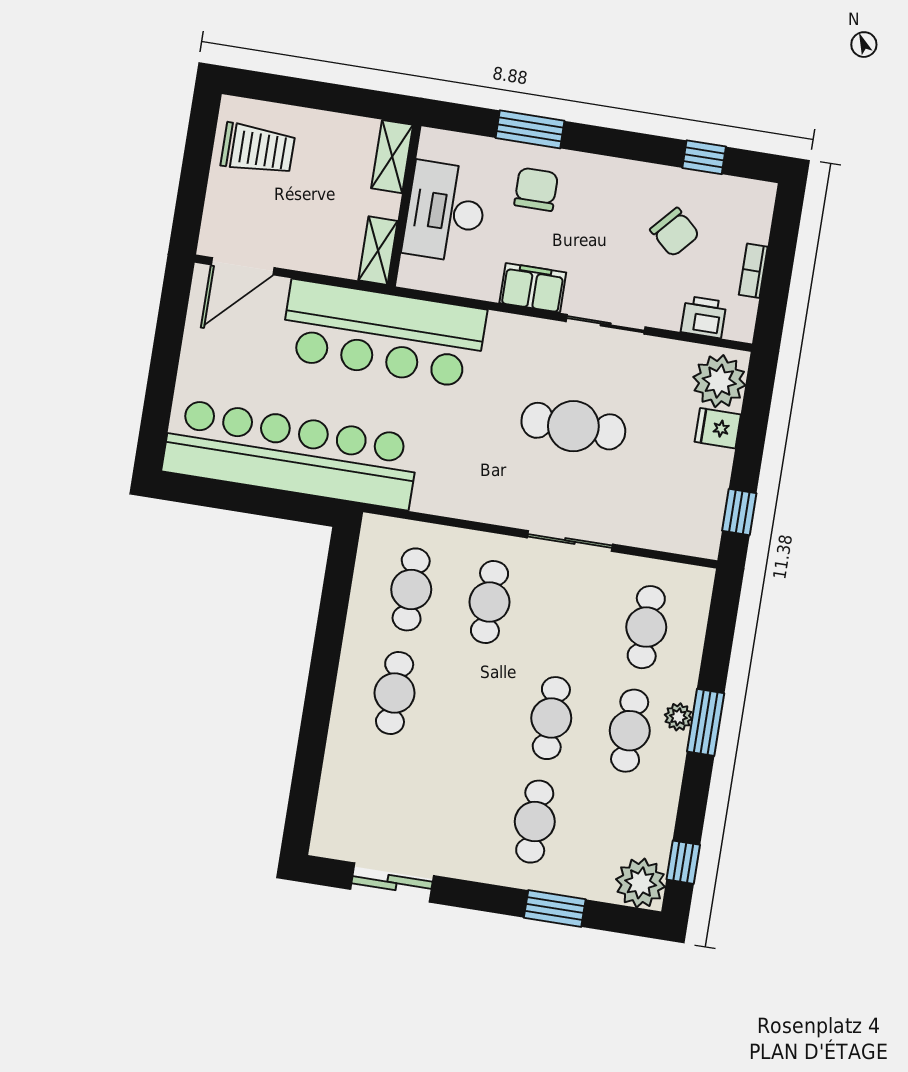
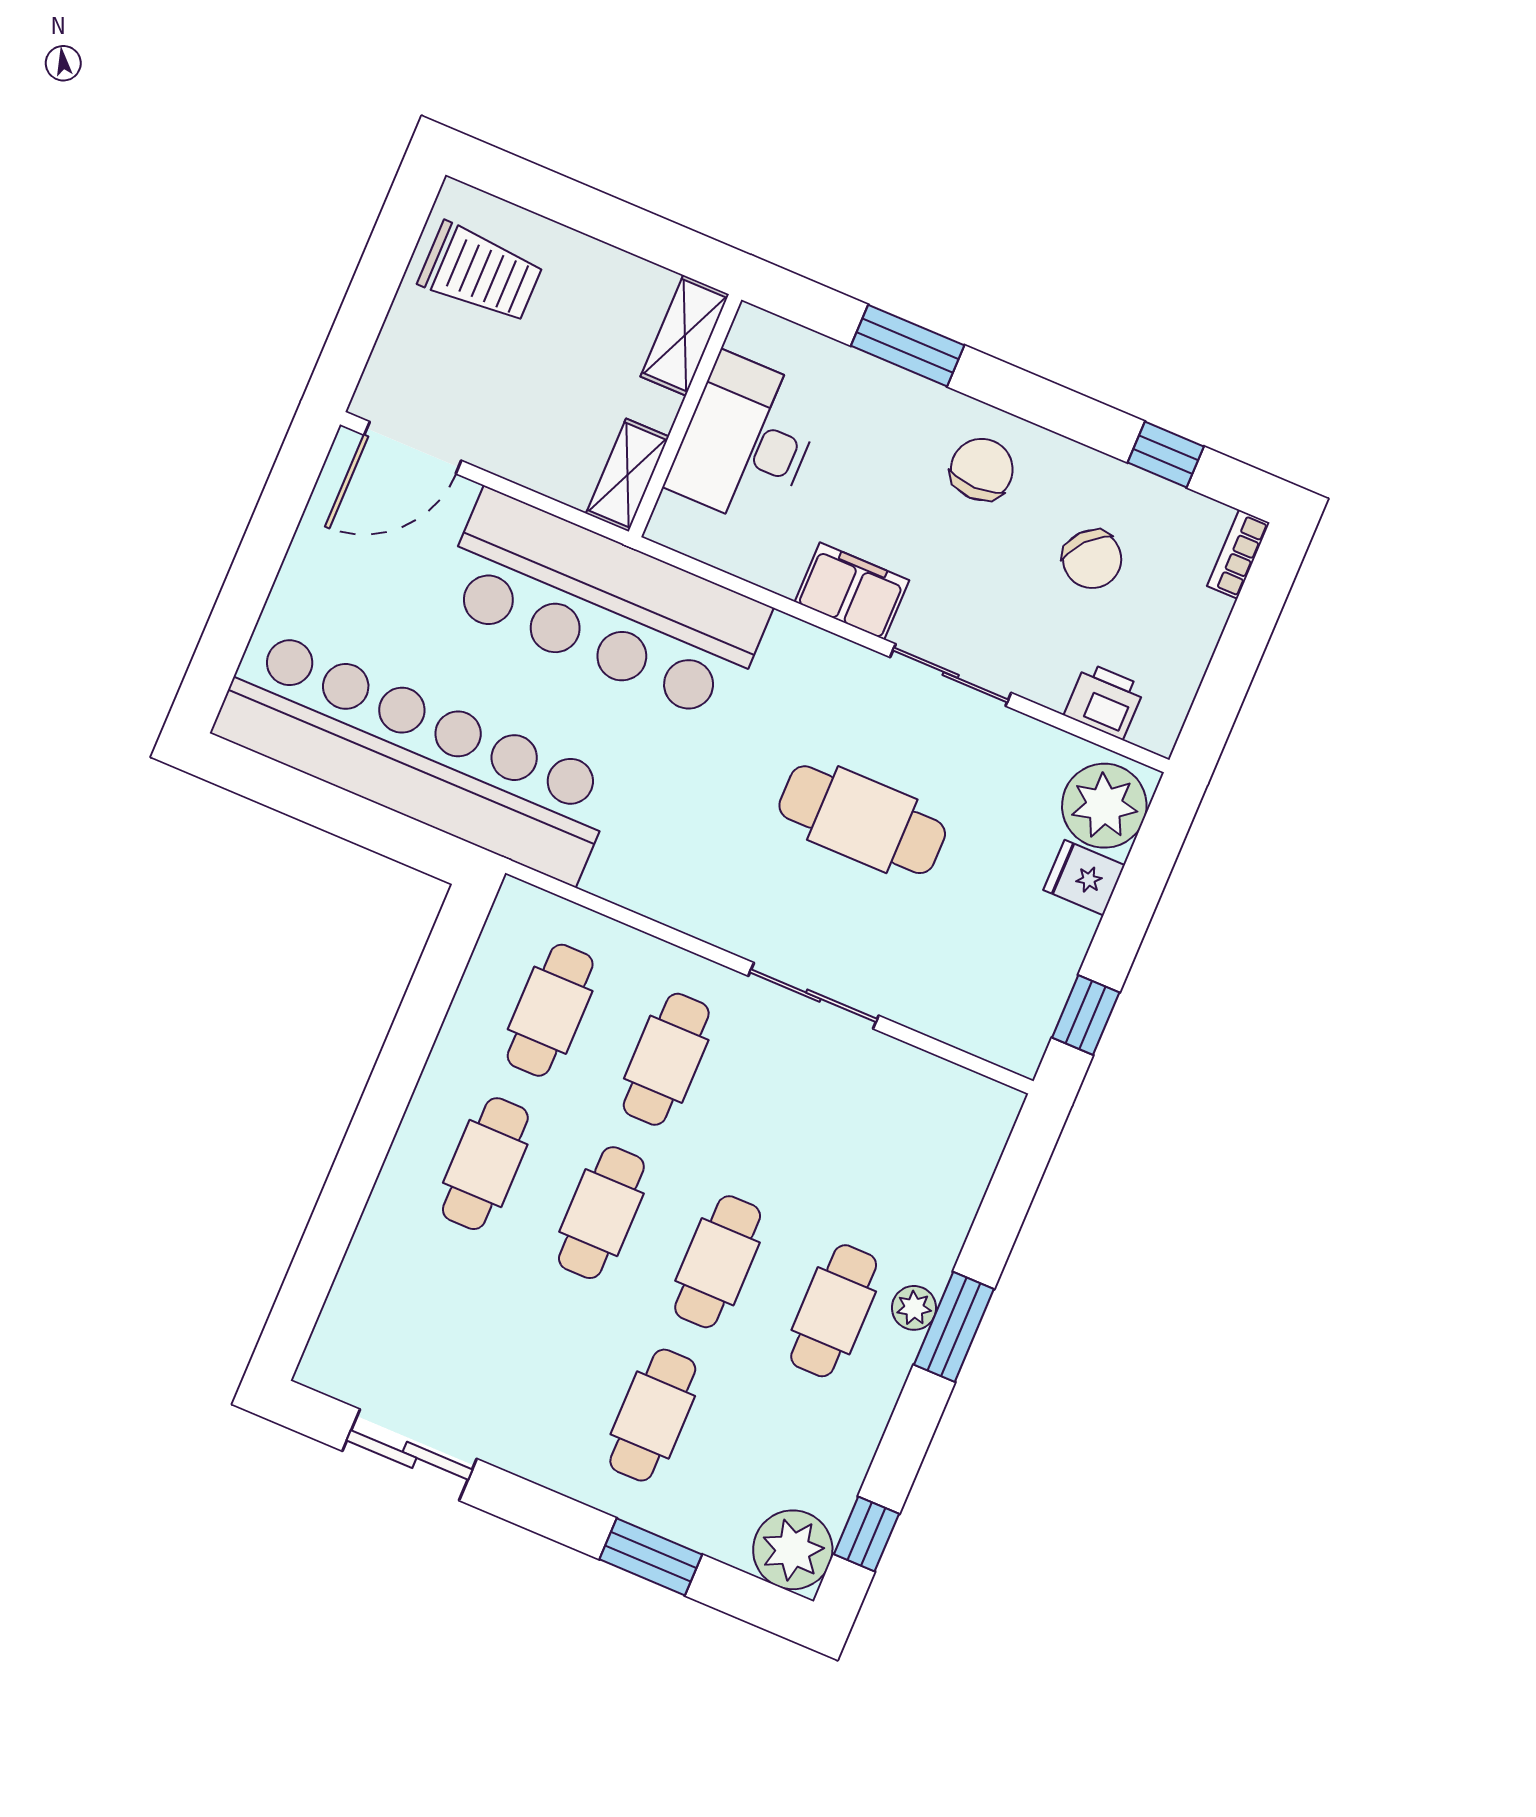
chair: (536, 189) -> (982, 469), moved
bookcase: (753, 271) -> (1238, 554), moved
cafe table: (646, 627) -> (601, 1213), moved

